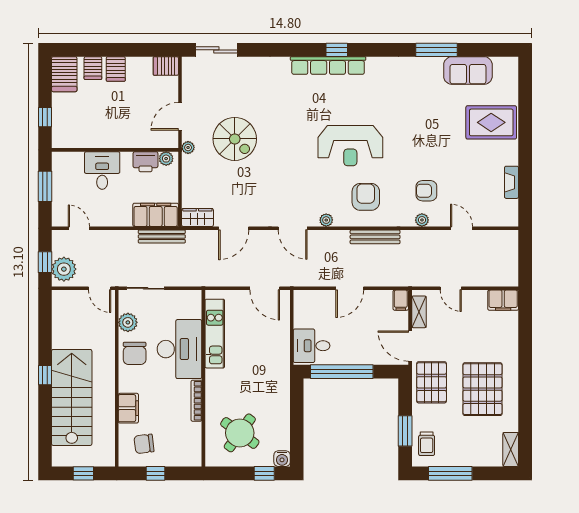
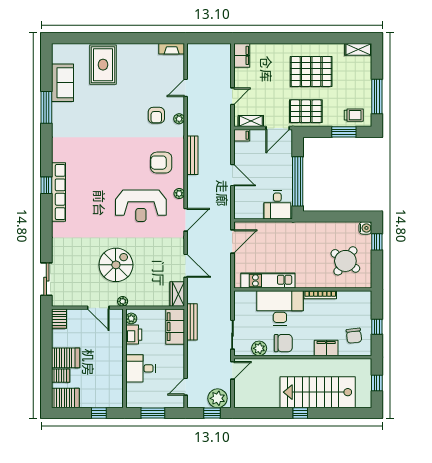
server rack: (116, 69) -> (66, 358), width x1.36, depth x1.44
reception desk: (350, 146) -> (141, 206), moved, turned 90
fireplace: (512, 182) -> (172, 49), moved

